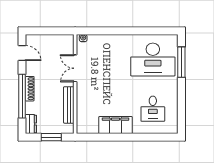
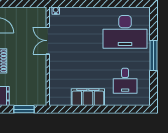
window: (181, 62) -> (153, 56), moved
bench: (69, 105) -> (41, 77), removed

